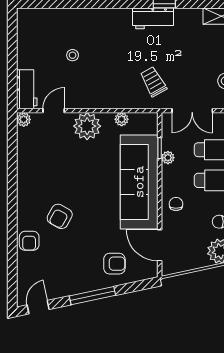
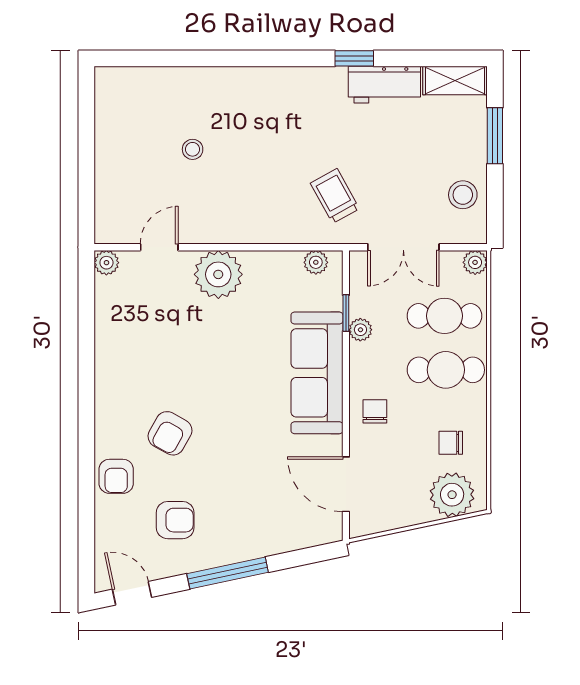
workbench: (153, 18) -> (384, 85), moved
workbench: (27, 89) -> (112, 210), removed
plant: (122, 119) -> (316, 262), moved
sofa: (139, 182) -> (317, 373), width x0.74, depth x0.79
armchair: (114, 264) -> (175, 520), moved
door: (38, 307) -> (132, 593), hinge flipped

